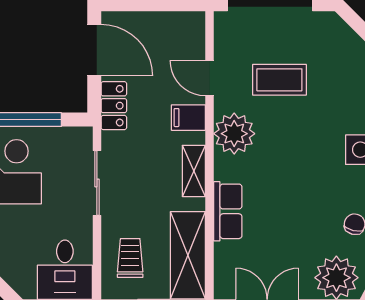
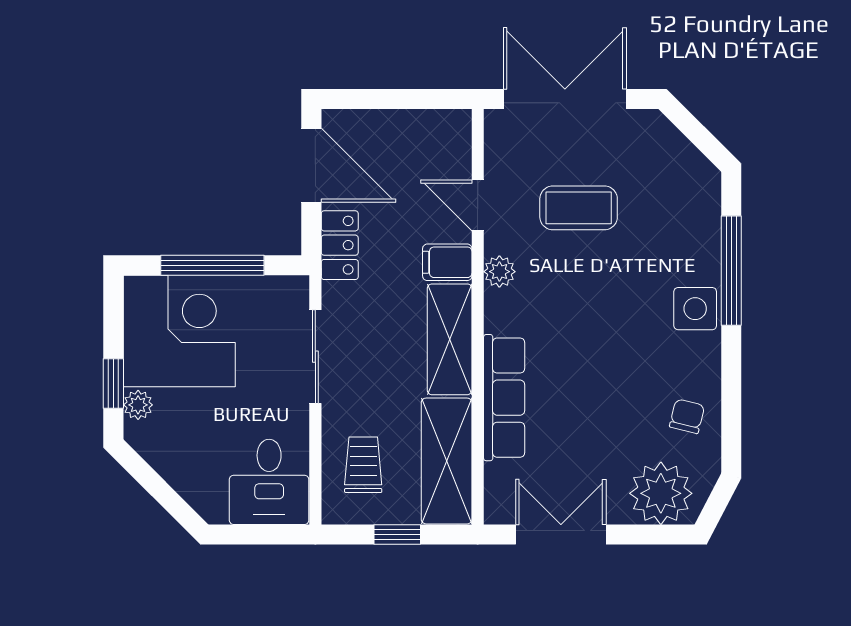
plant: (234, 134) -> (499, 272), width x0.53, depth x0.53
shelving: (194, 171) -> (450, 339), width x1.50, depth x1.33
row of seats: (228, 211) -> (504, 398), width x1.48

